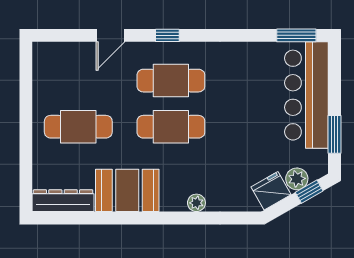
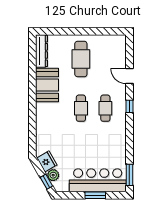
cafe table: (171, 81) -> (105, 108), width x0.73, depth x0.74
cafe table: (171, 127) -> (81, 108), width x0.73, depth x0.74
window: (334, 134) -> (95, 195), moved
plant: (196, 203) -> (40, 122), removed

